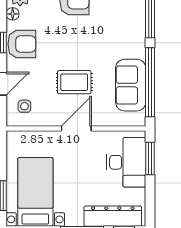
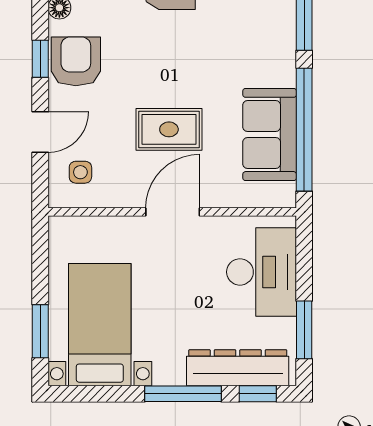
armchair: (22, 44) -> (76, 61), turned -90
window: (150, 159) -> (304, 330), moved

